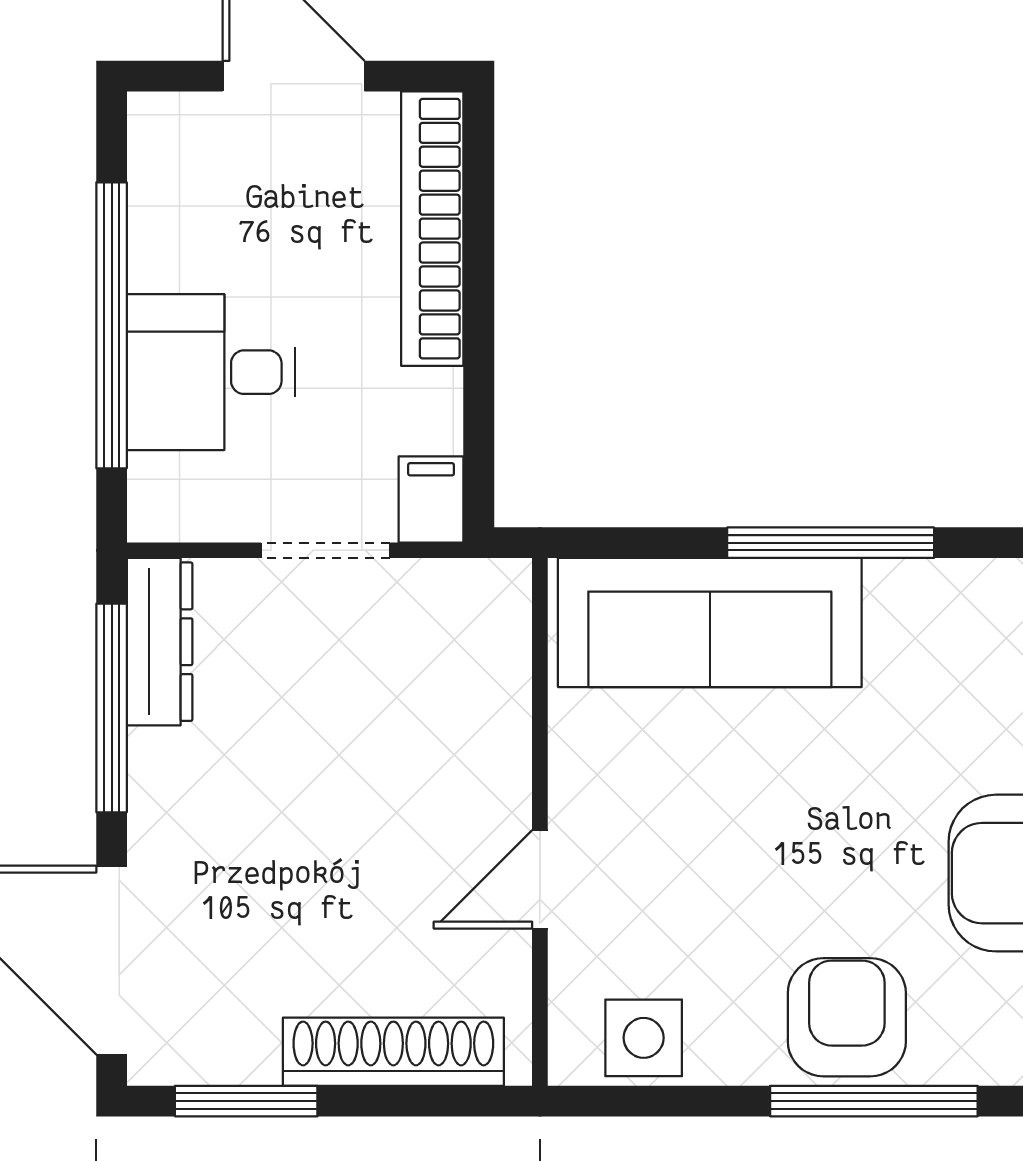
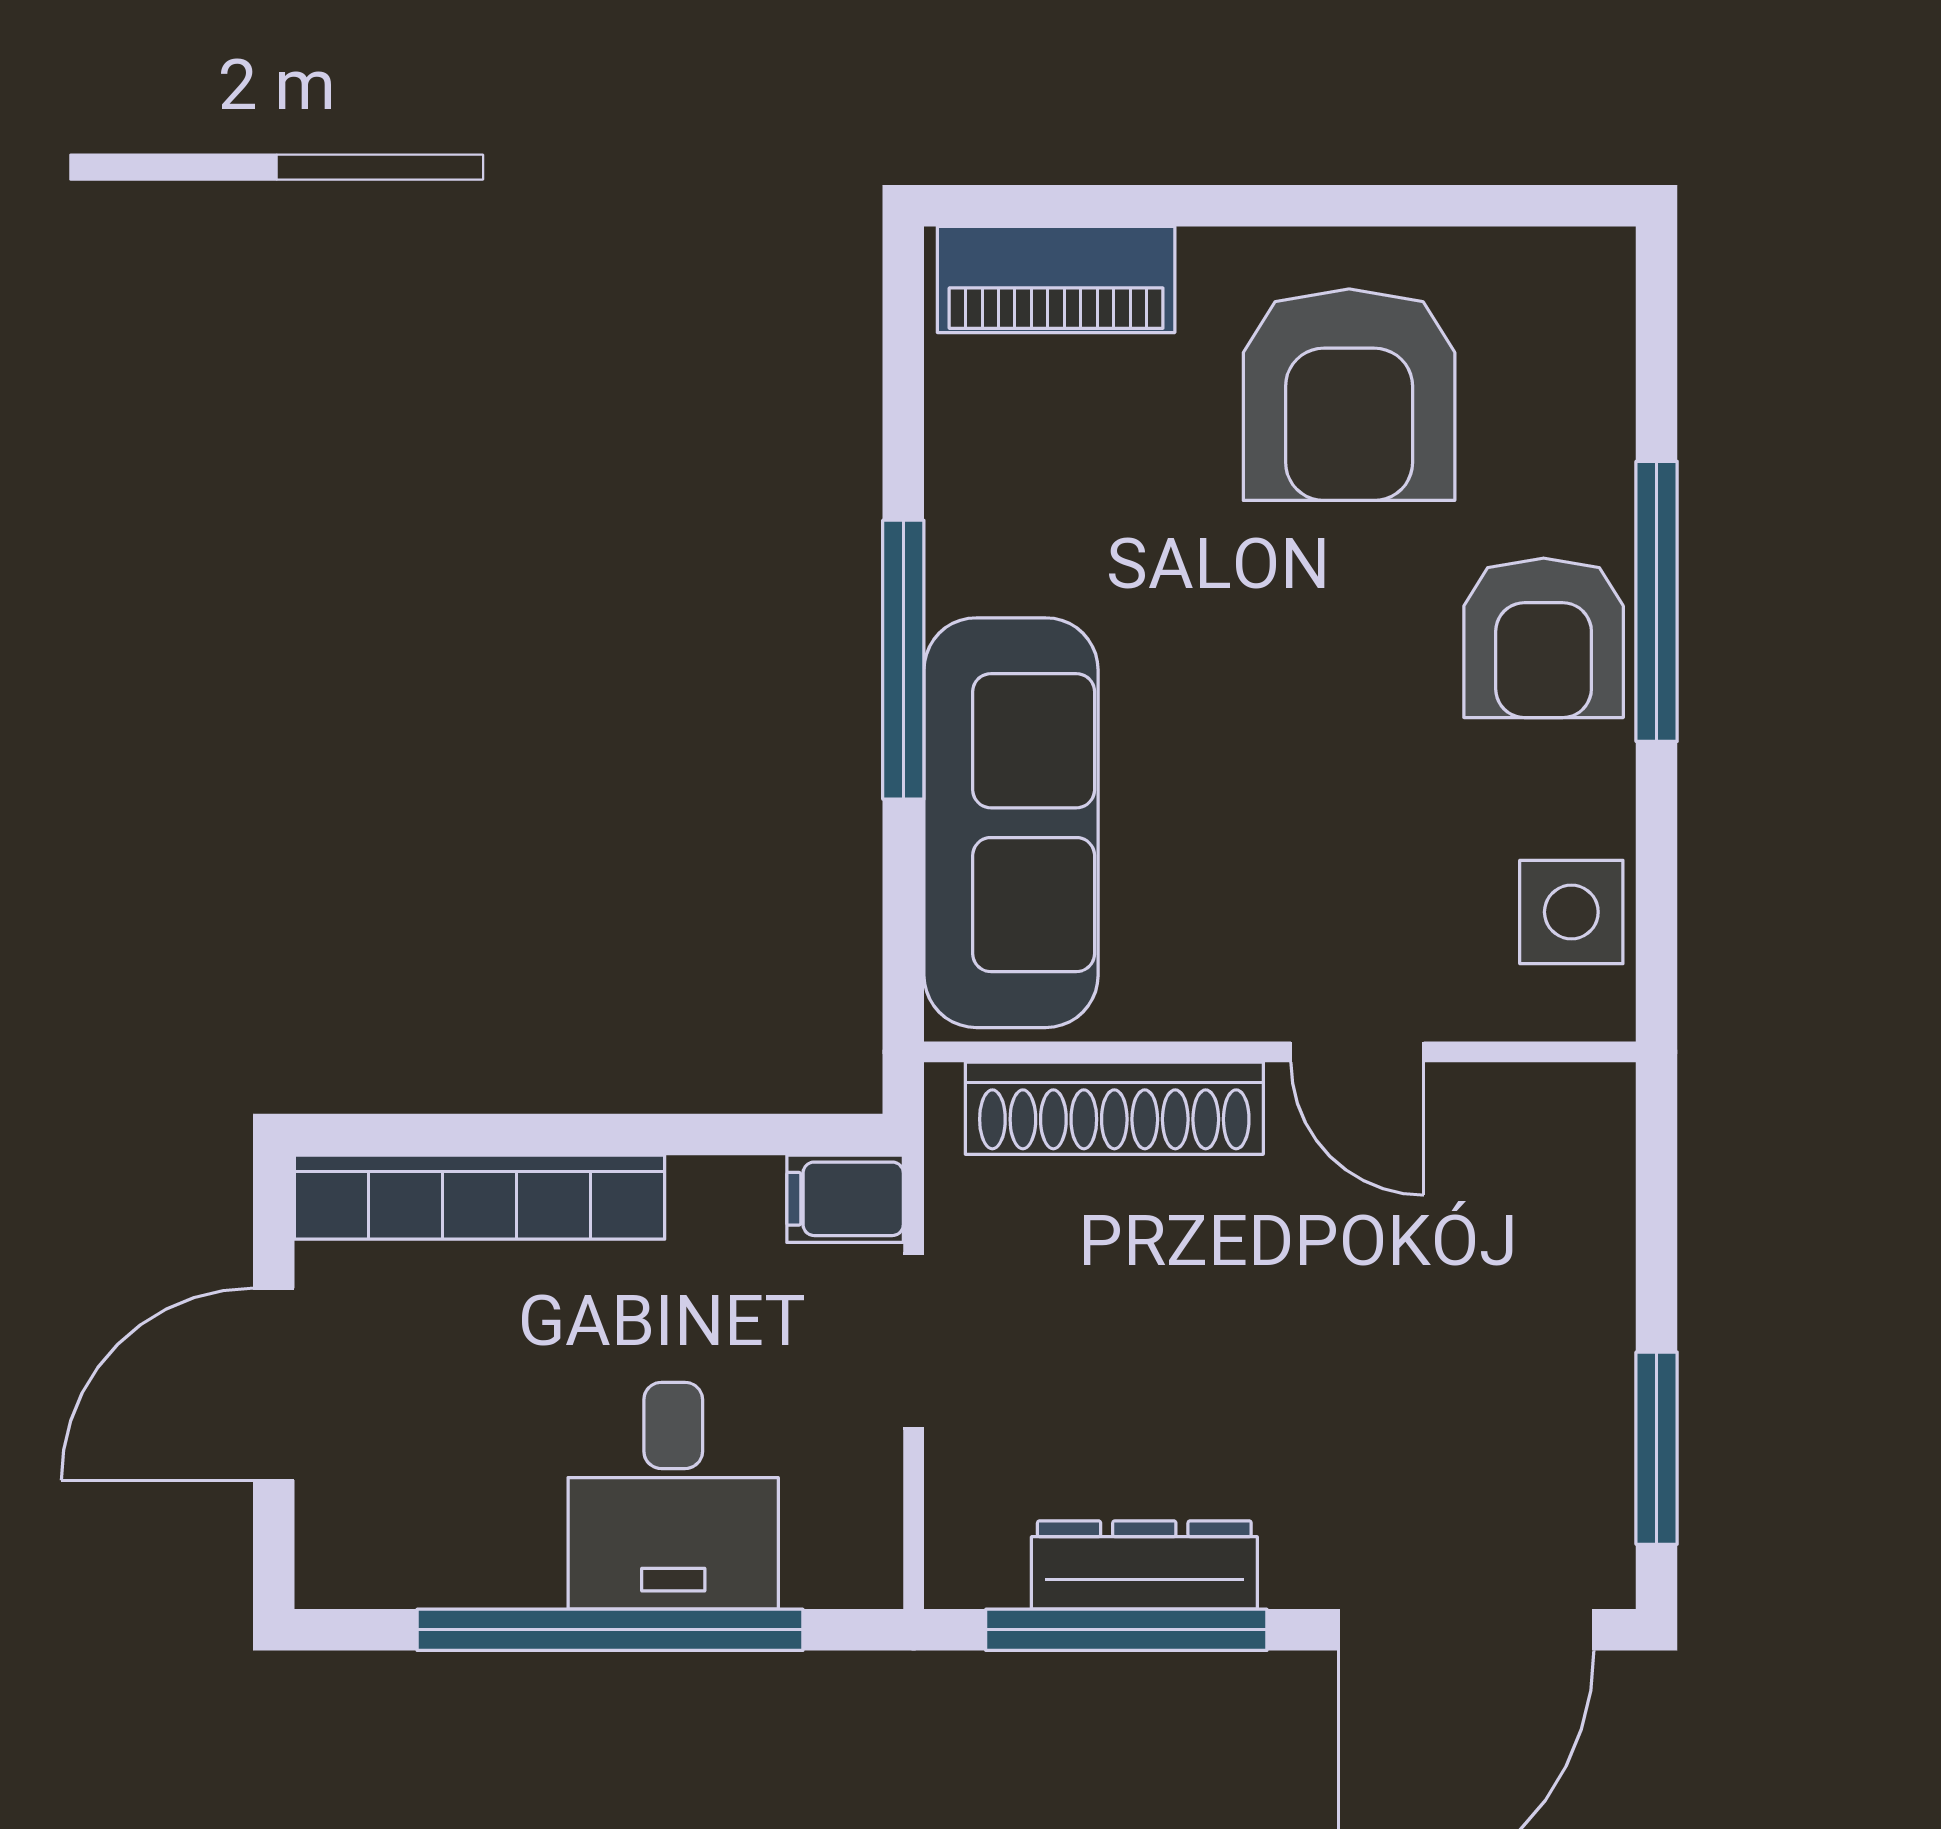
dresser: (160, 642) -> (1144, 1565), moved
armchair: (847, 1017) -> (1544, 638), turned -90
shoe rack: (393, 1052) -> (1114, 1108), moved, turned -90

